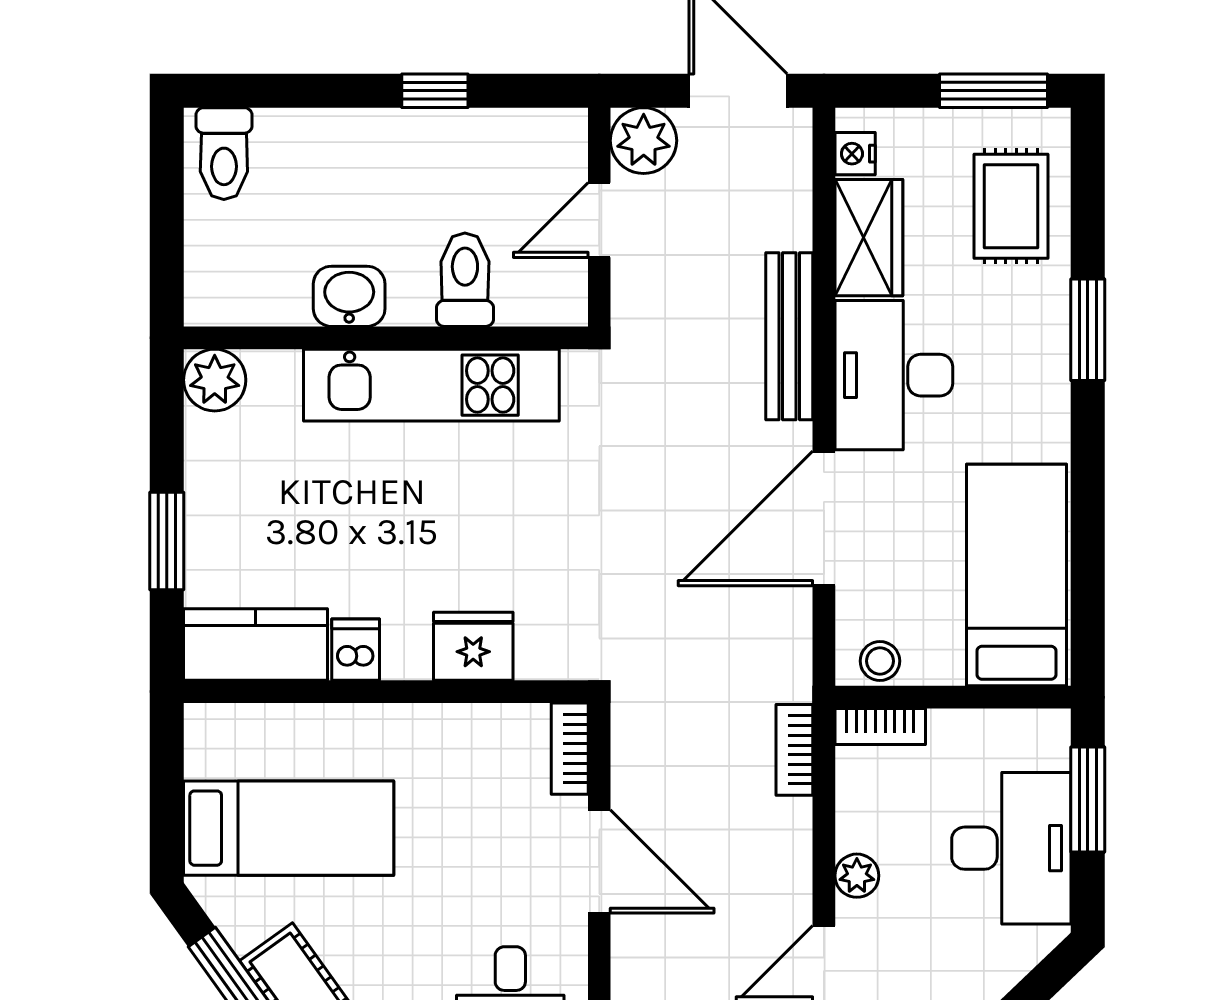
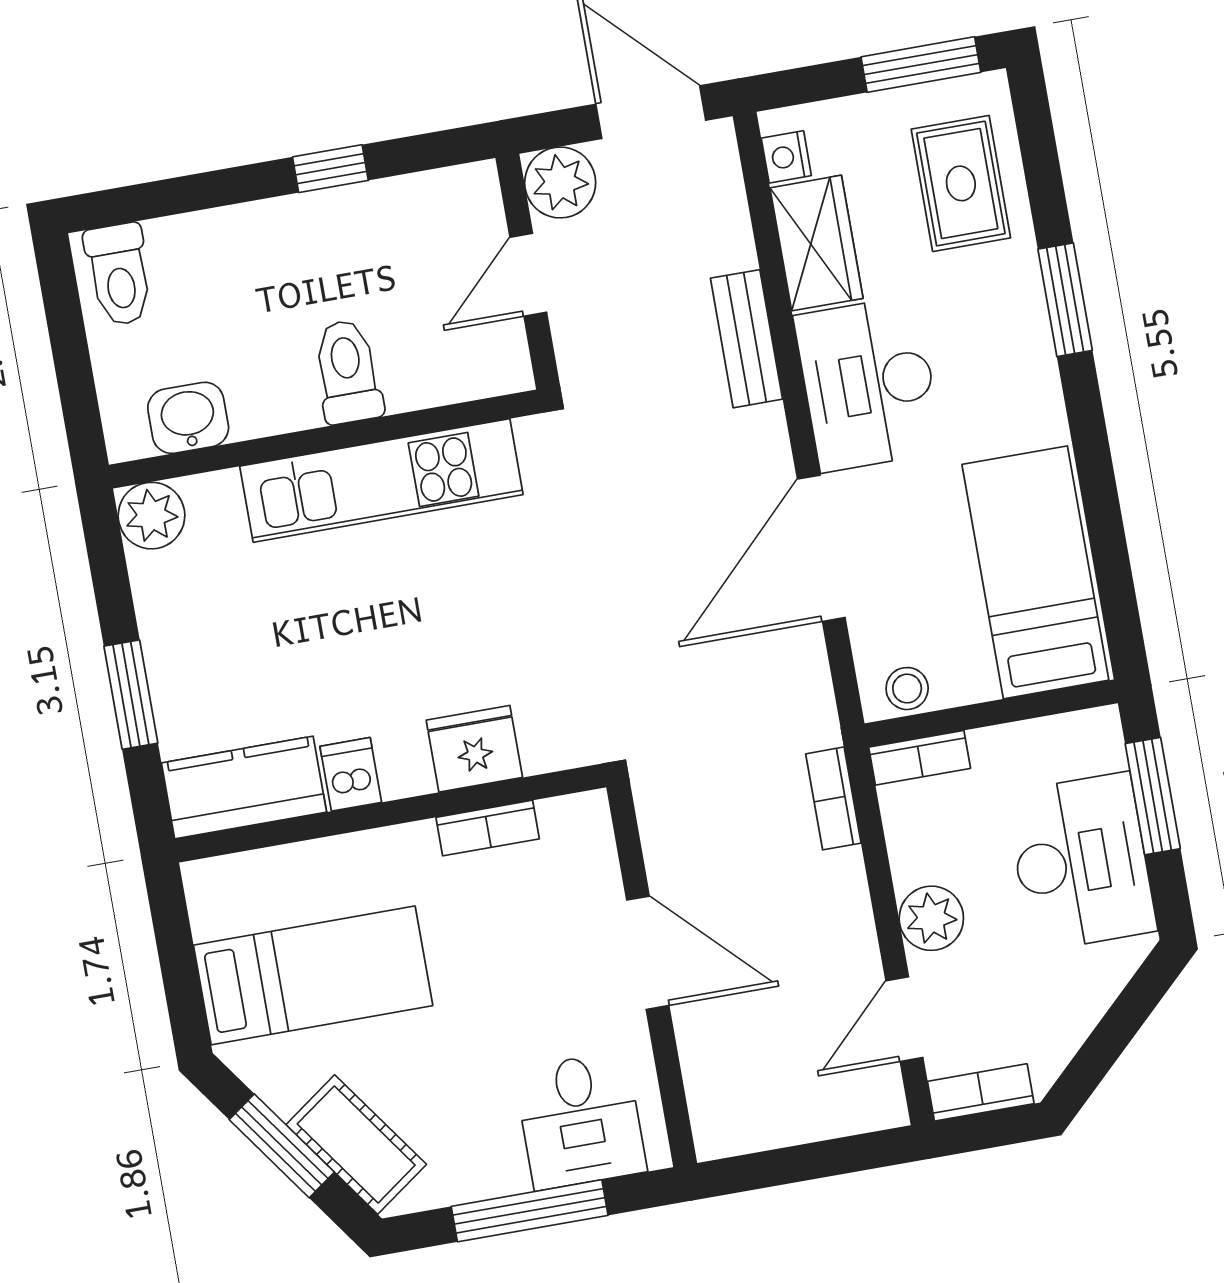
toilet: (465, 280) -> (348, 372), moved
washbasin: (349, 296) -> (188, 418), moved
bench: (789, 336) -> (747, 339), width x0.73
bookcase: (570, 749) -> (488, 828), moved, turned -90
plant: (857, 876) -> (931, 918), width x1.38, depth x1.38

